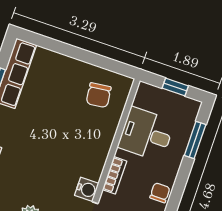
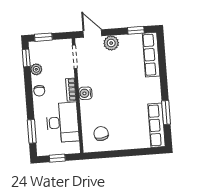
desk: (146, 134) -> (63, 122), width x1.37
water cooler: (87, 189) -> (85, 93), moved

